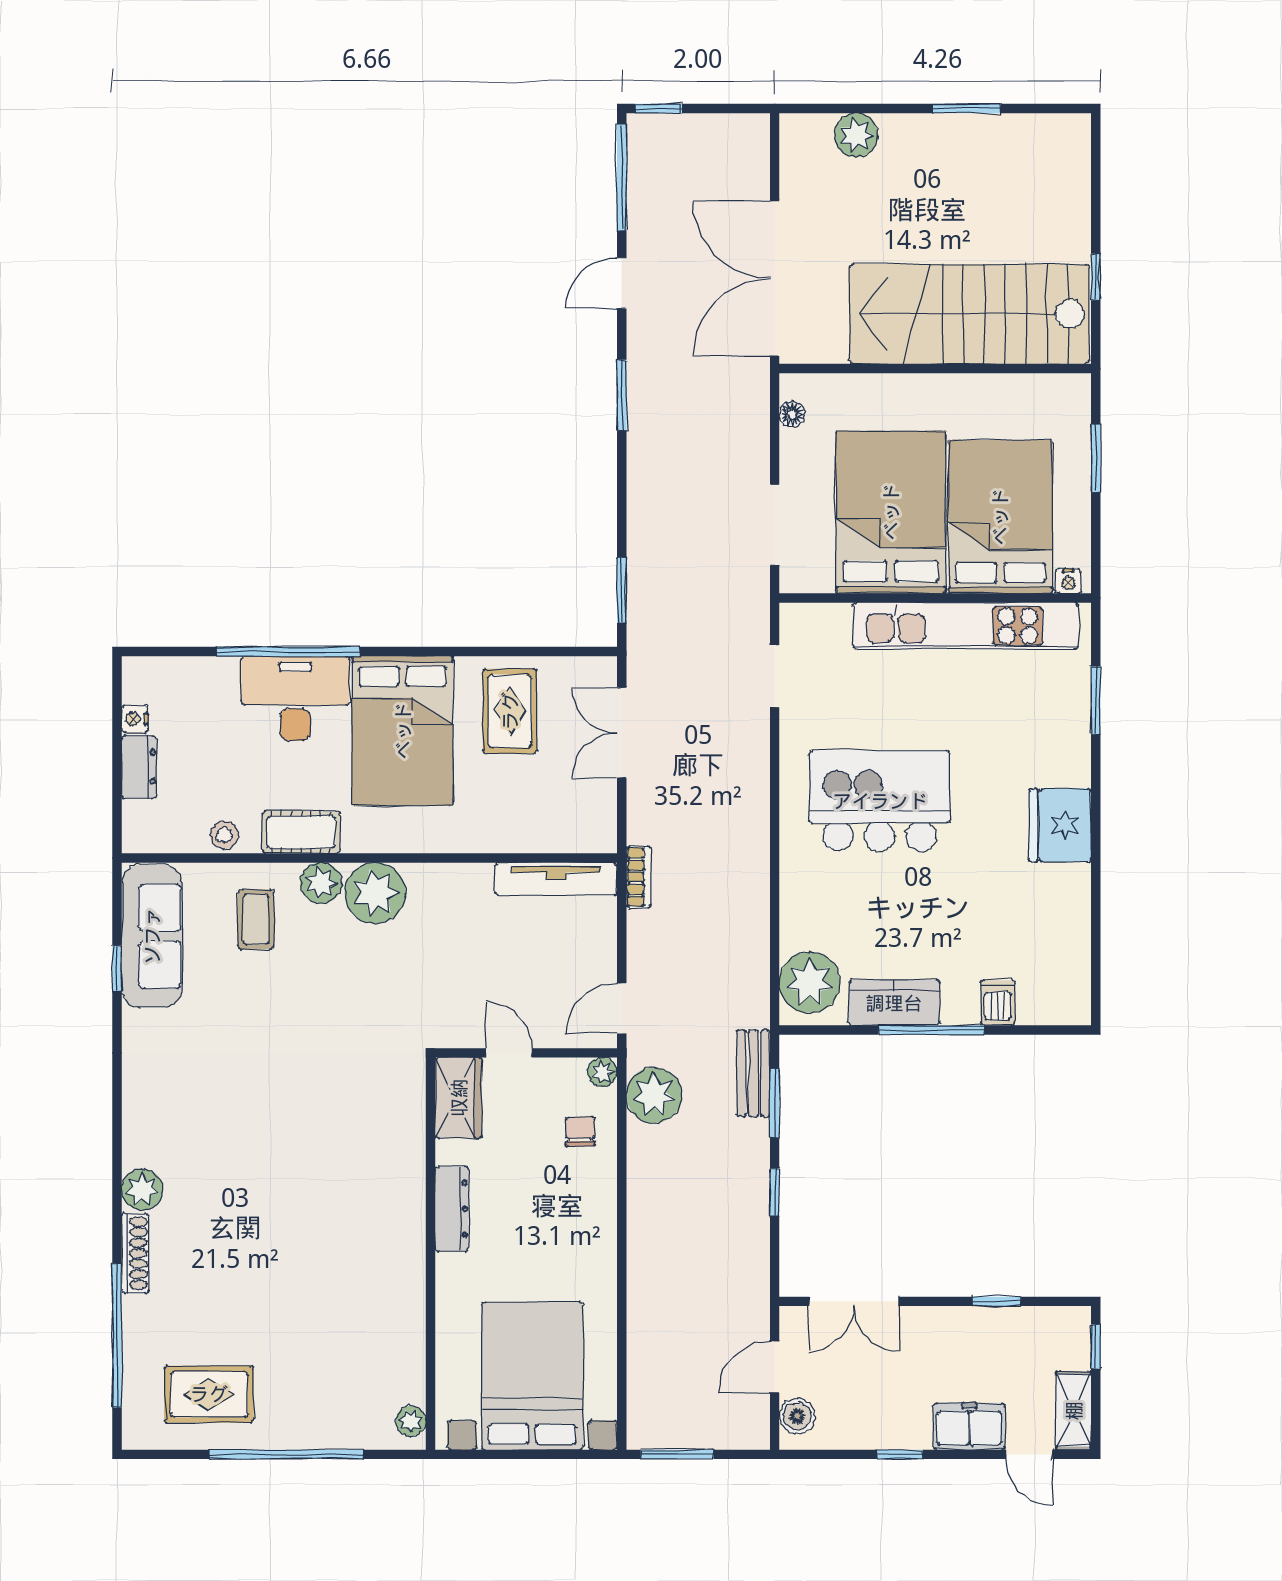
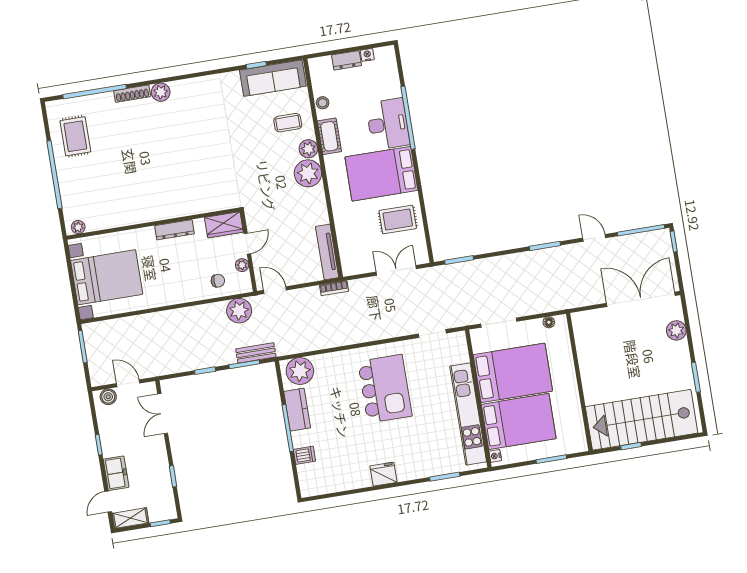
double door: (775, 279) -> (641, 299), moved
stairs: (969, 314) -> (642, 420), moved, turned -90
fridge: (1060, 825) -> (383, 474), width x0.73, depth x0.75
plant: (602, 1072) -> (242, 265), moved

